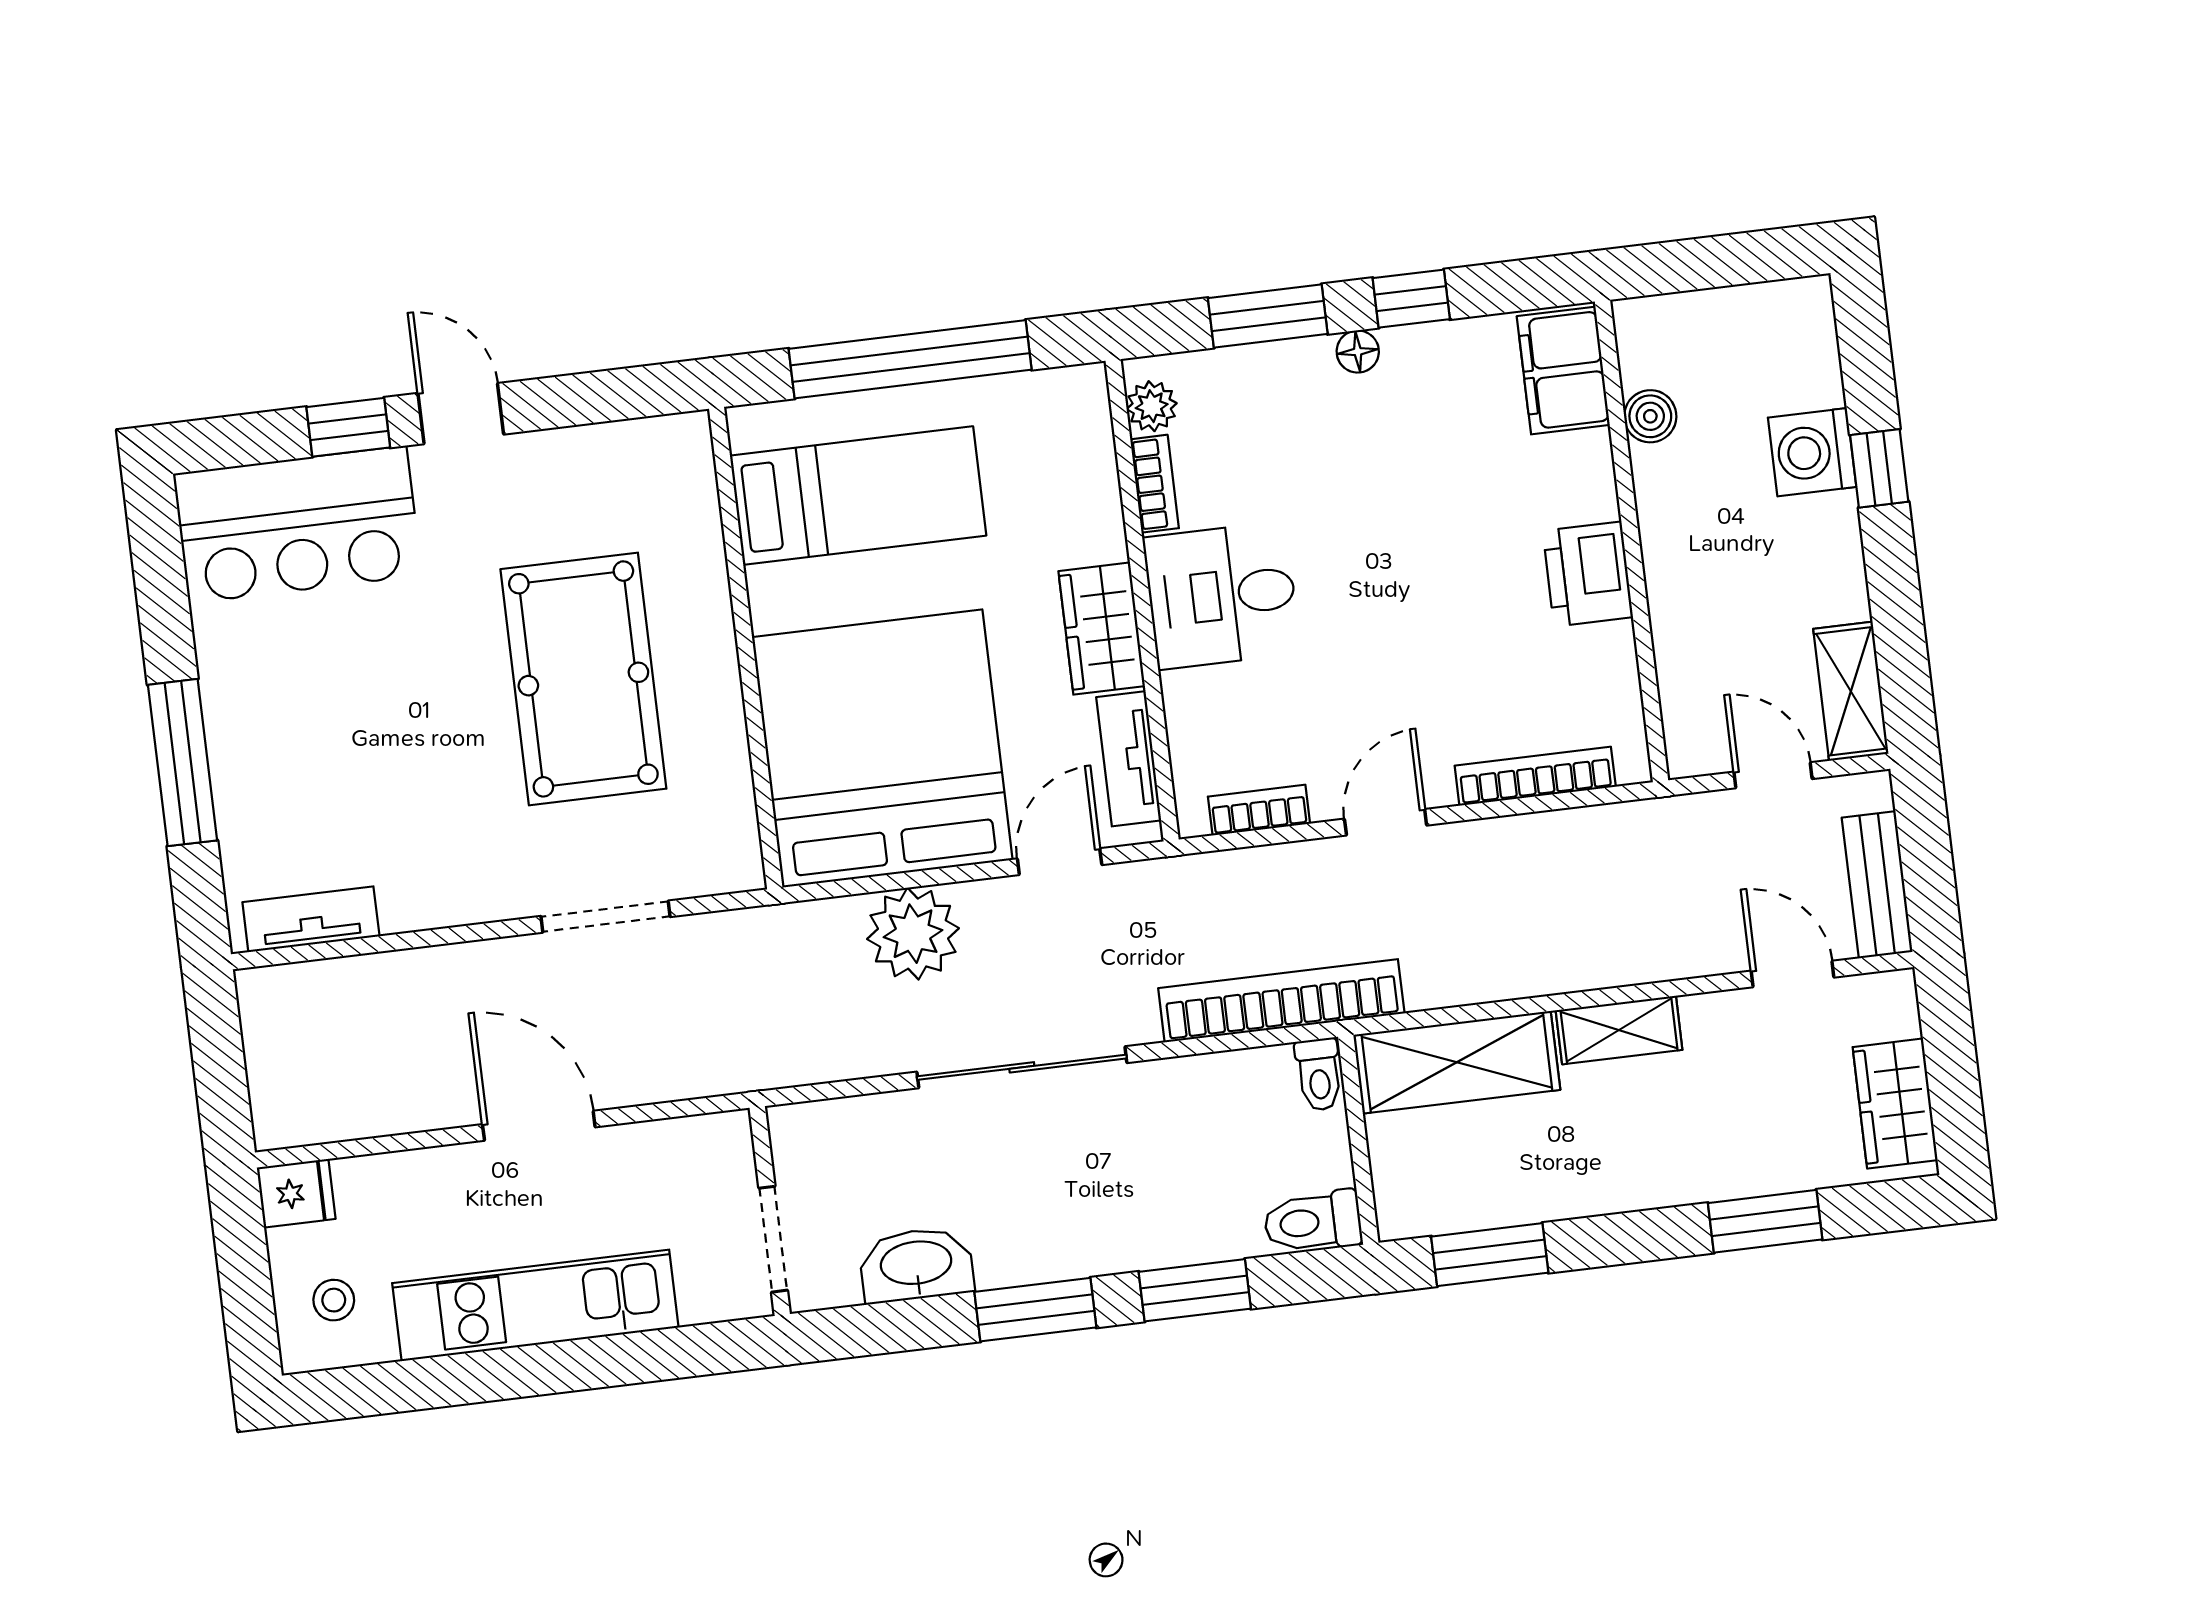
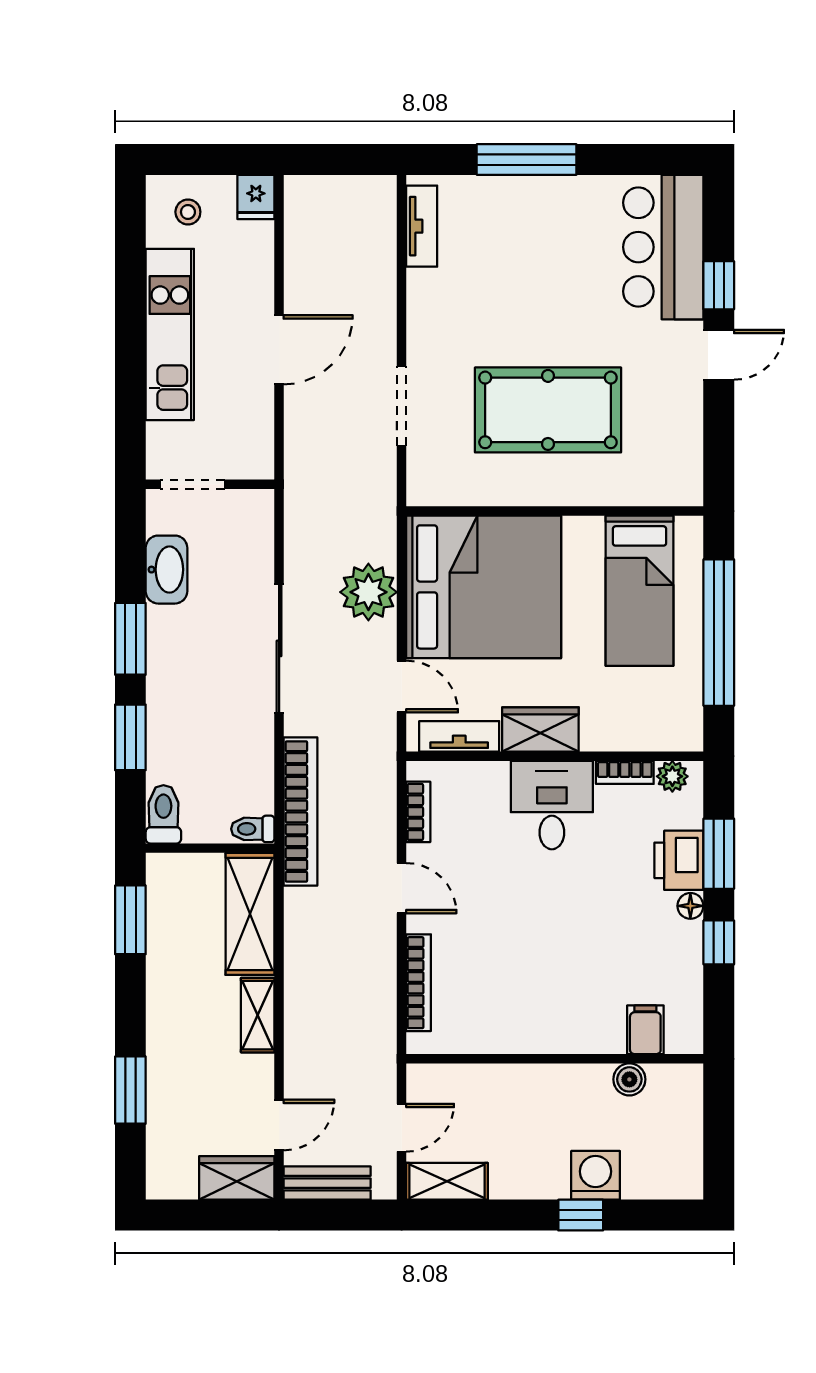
filing cabinet: (1563, 371) -> (645, 1030), width x0.50
printer: (1588, 574) -> (679, 860), moved, turned -90
wardrobe: (1895, 1104) -> (237, 1178), moved

